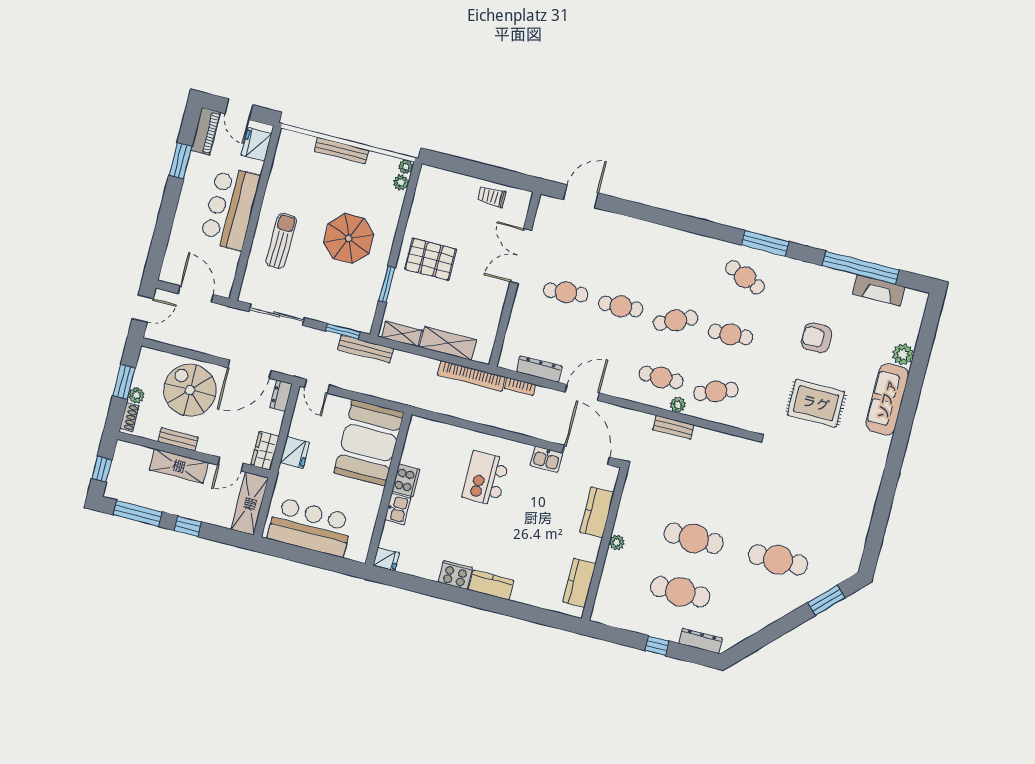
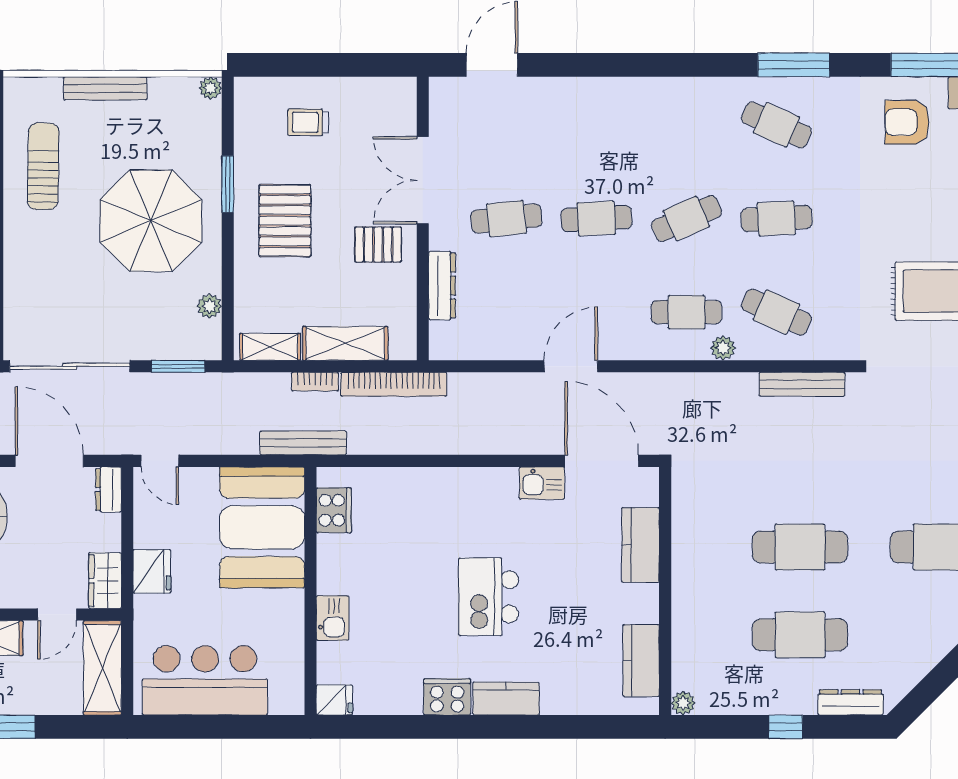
plant: (401, 182) -> (209, 306), moved
trolley: (492, 197) -> (308, 122), moved
parasol: (349, 238) -> (151, 221), width x1.36, depth x1.36
sun lounger: (281, 241) -> (43, 166), moved
pallet: (430, 259) -> (285, 221), turned 90
window: (387, 284) -> (228, 184), moved
pallet: (484, 288) -> (378, 245), added
sliding door: (277, 315) -> (70, 366), width x1.36
armchair: (817, 338) -> (907, 122), moved
bench: (365, 349) -> (303, 443), moved
door: (249, 369) -> (49, 461), swing flipped
dresser: (539, 369) -> (442, 286), moved, turned 90
bookcase: (520, 387) -> (315, 382), moved
cafe table: (716, 391) -> (776, 312), turned 45
bench: (673, 427) -> (802, 384), moved, width x1.36
kitchen island: (486, 478) -> (489, 597), moved
cooker: (406, 480) -> (334, 510), moved
plant: (617, 542) -> (683, 703), moved

